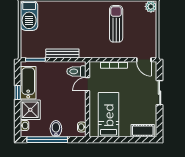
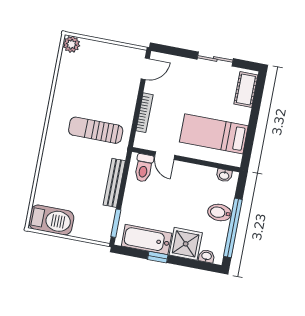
sun lounger: (116, 24) -> (96, 130), moved
sliding door: (160, 93) -> (215, 59), moved

